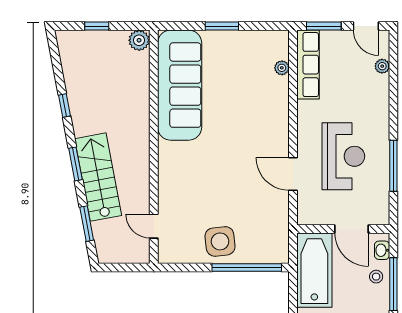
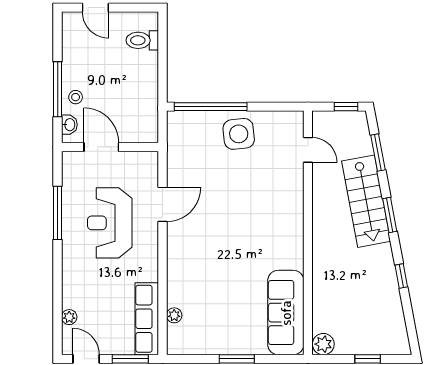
sofa: (180, 85) -> (286, 313), width x0.74, depth x0.79
door: (293, 174) -> (162, 204), hinge flipped
window: (117, 268) -> (346, 107), added
bathtub: (314, 270) -> (140, 104), removed

